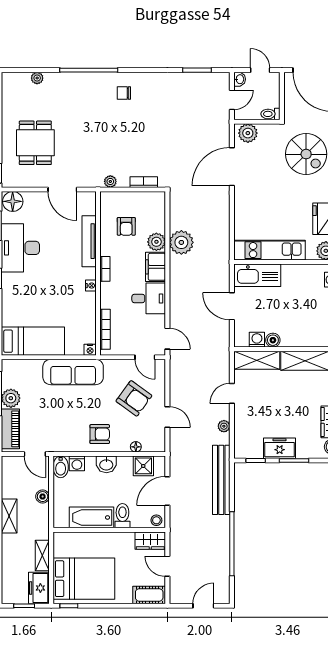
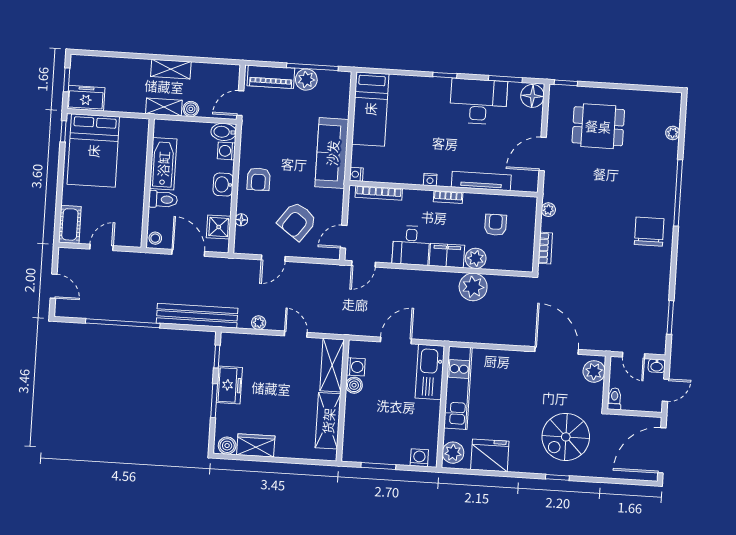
chair: (124, 93) -> (649, 232), width x1.87, depth x1.87
armchair: (126, 226) -> (496, 225), turned 90
wardrobe: (150, 541) -> (132, 230), removed
shelving: (42, 556) -> (164, 107), moved

